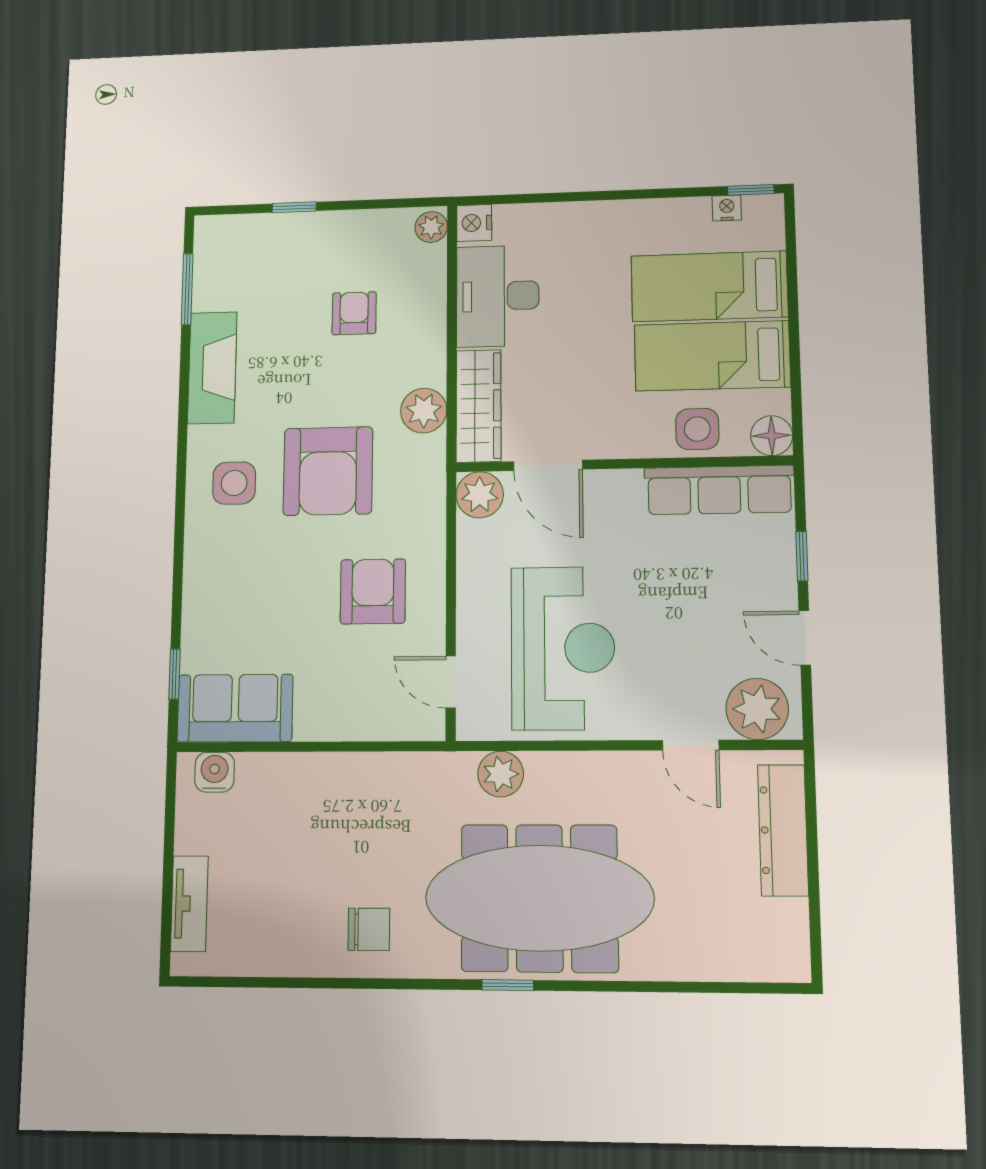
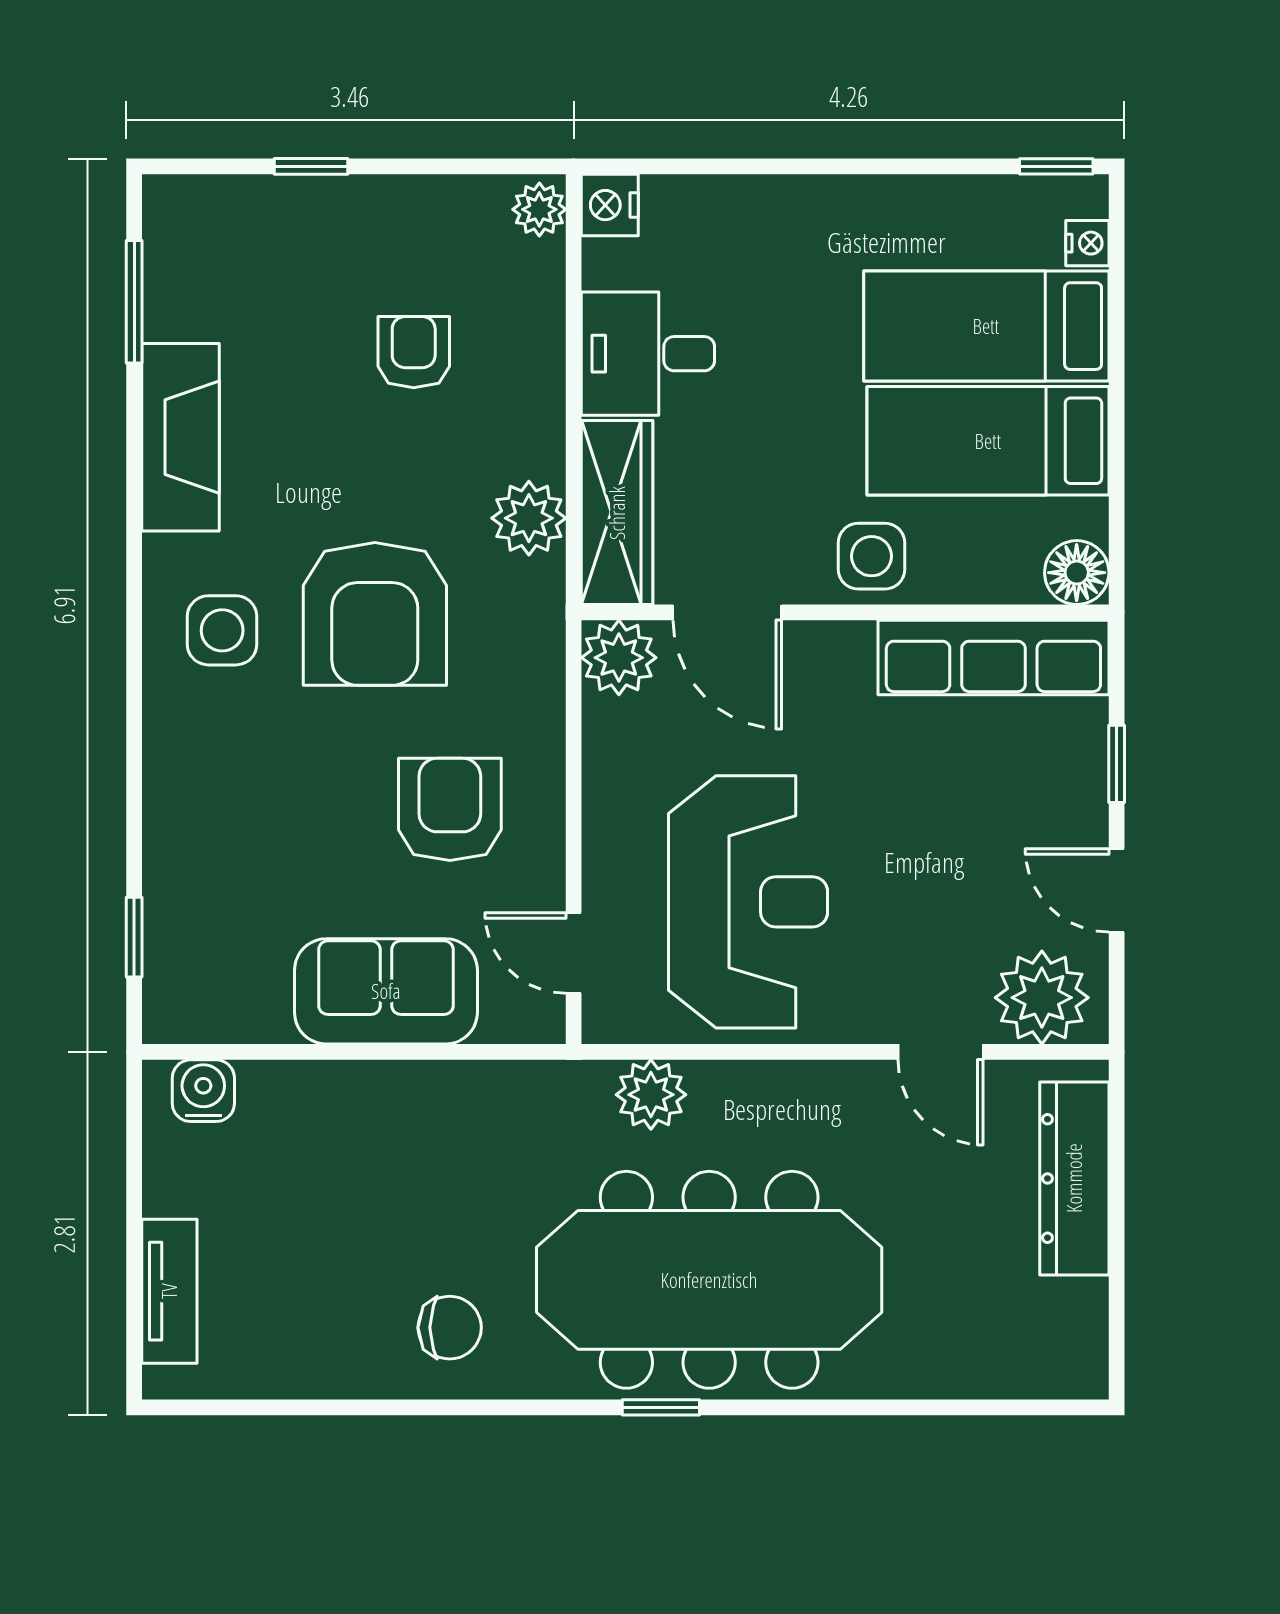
nightstand: (727, 208) -> (1087, 243), moved, turned 90
desk: (498, 296) -> (648, 354), width x0.73
side table: (697, 429) -> (872, 556), moved
sofa: (235, 708) -> (386, 991), moved

